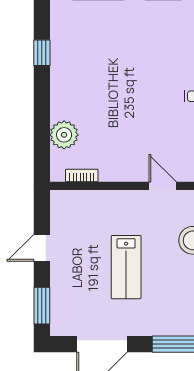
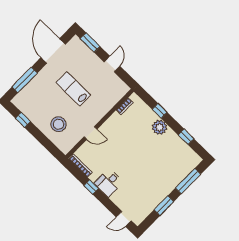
window: (42, 122) -> (160, 111), added
plant: (64, 135) -> (159, 127), moved

